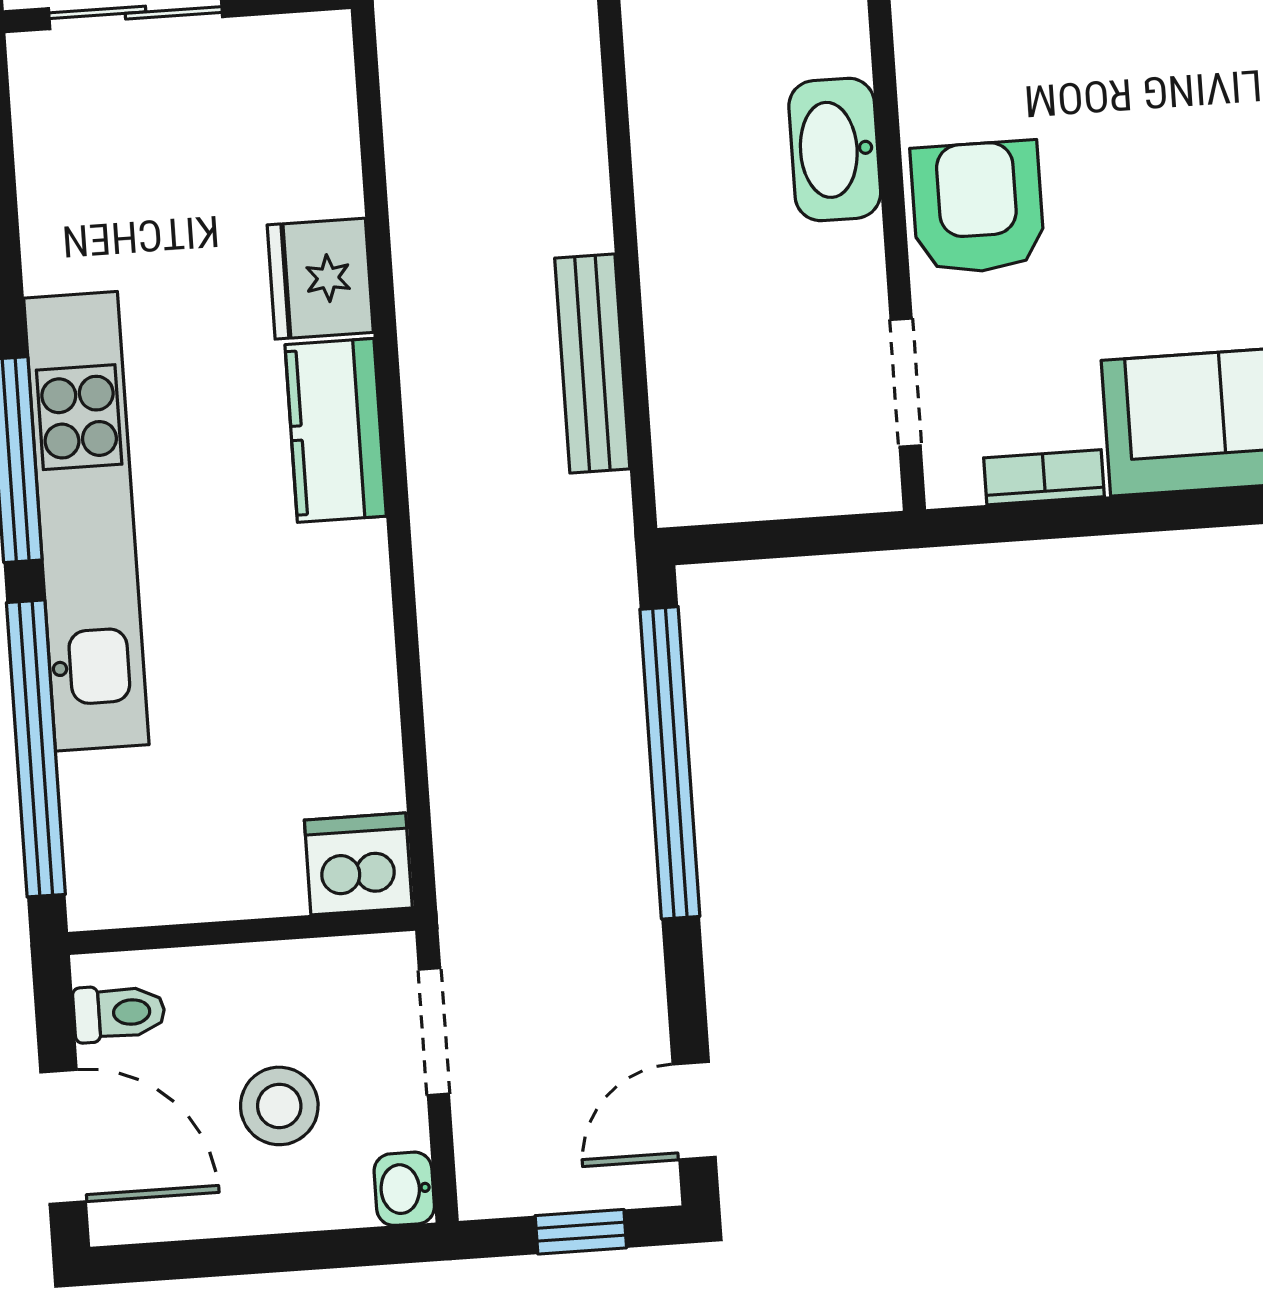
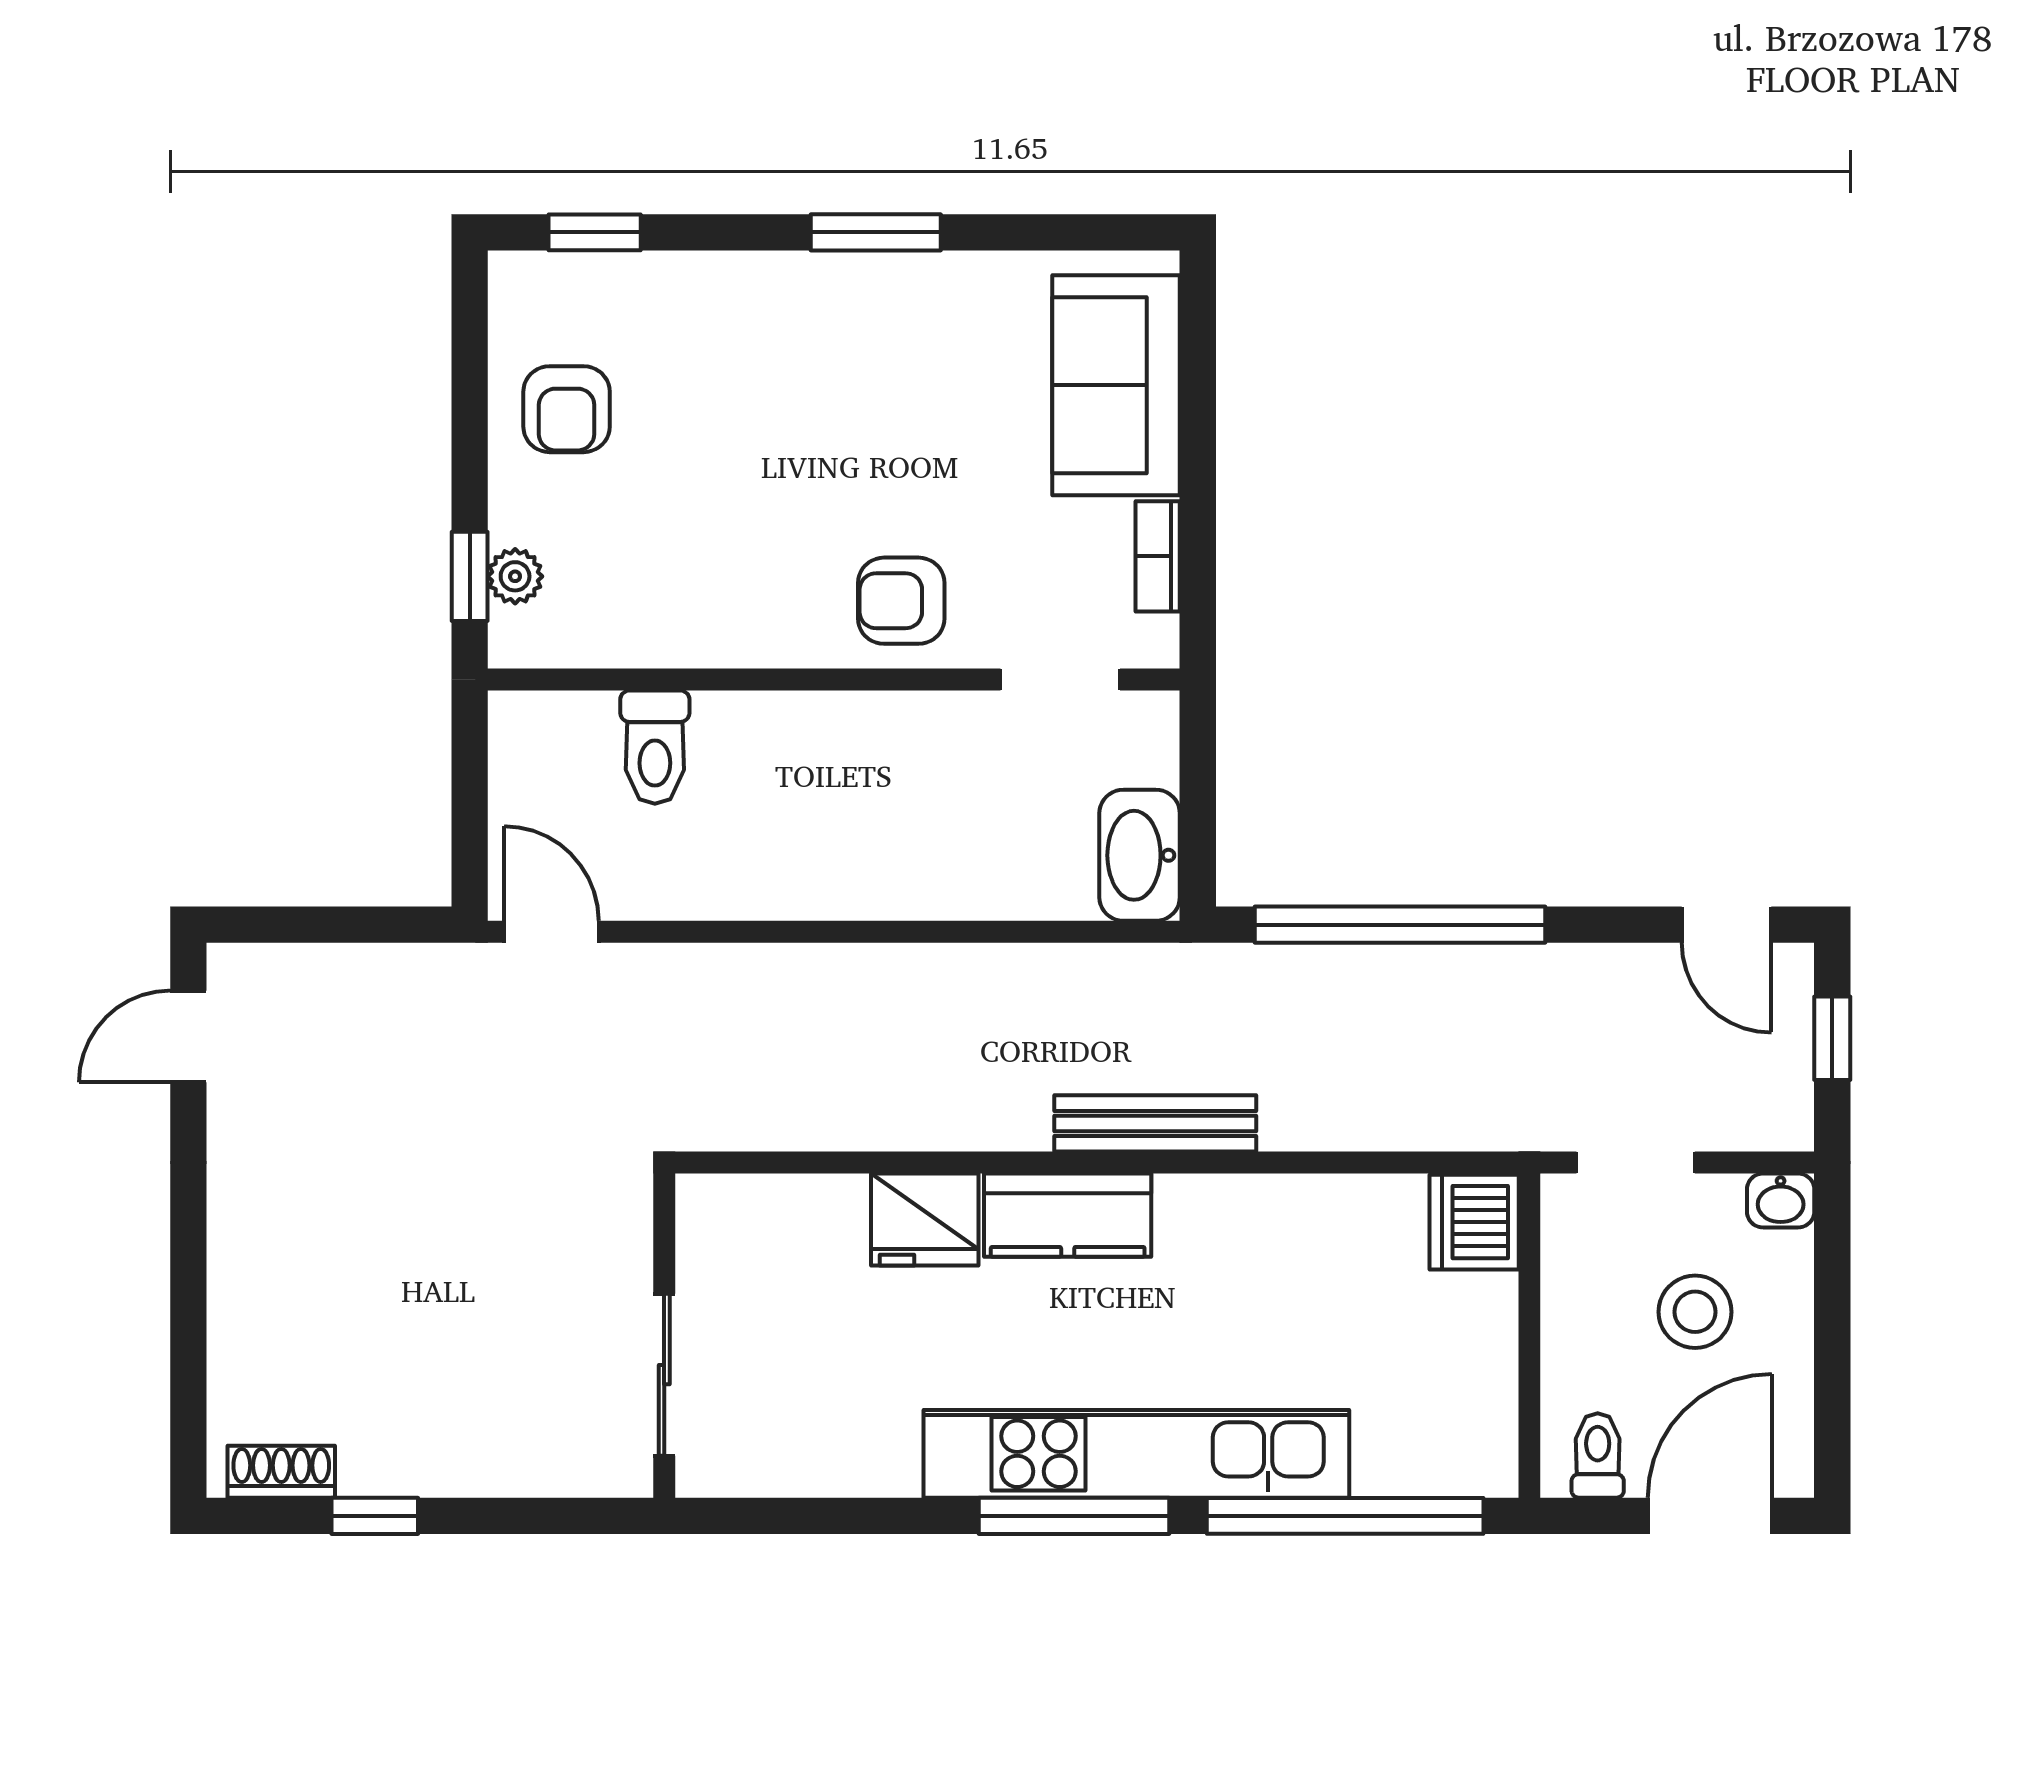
washbasin: (835, 149) -> (1140, 855), moved, turned 90
armchair: (978, 207) -> (901, 601), width x0.72, depth x0.72
bench: (592, 363) -> (1155, 1123), moved

